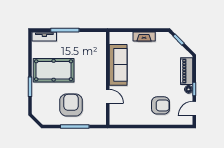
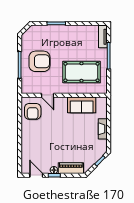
sofa: (118, 65) -> (82, 105), width x0.73
pool table: (54, 70) -> (81, 72), moved, turned 90
door: (108, 96) -> (47, 95), hinge flipped
armchair: (160, 105) -> (33, 111), moved

